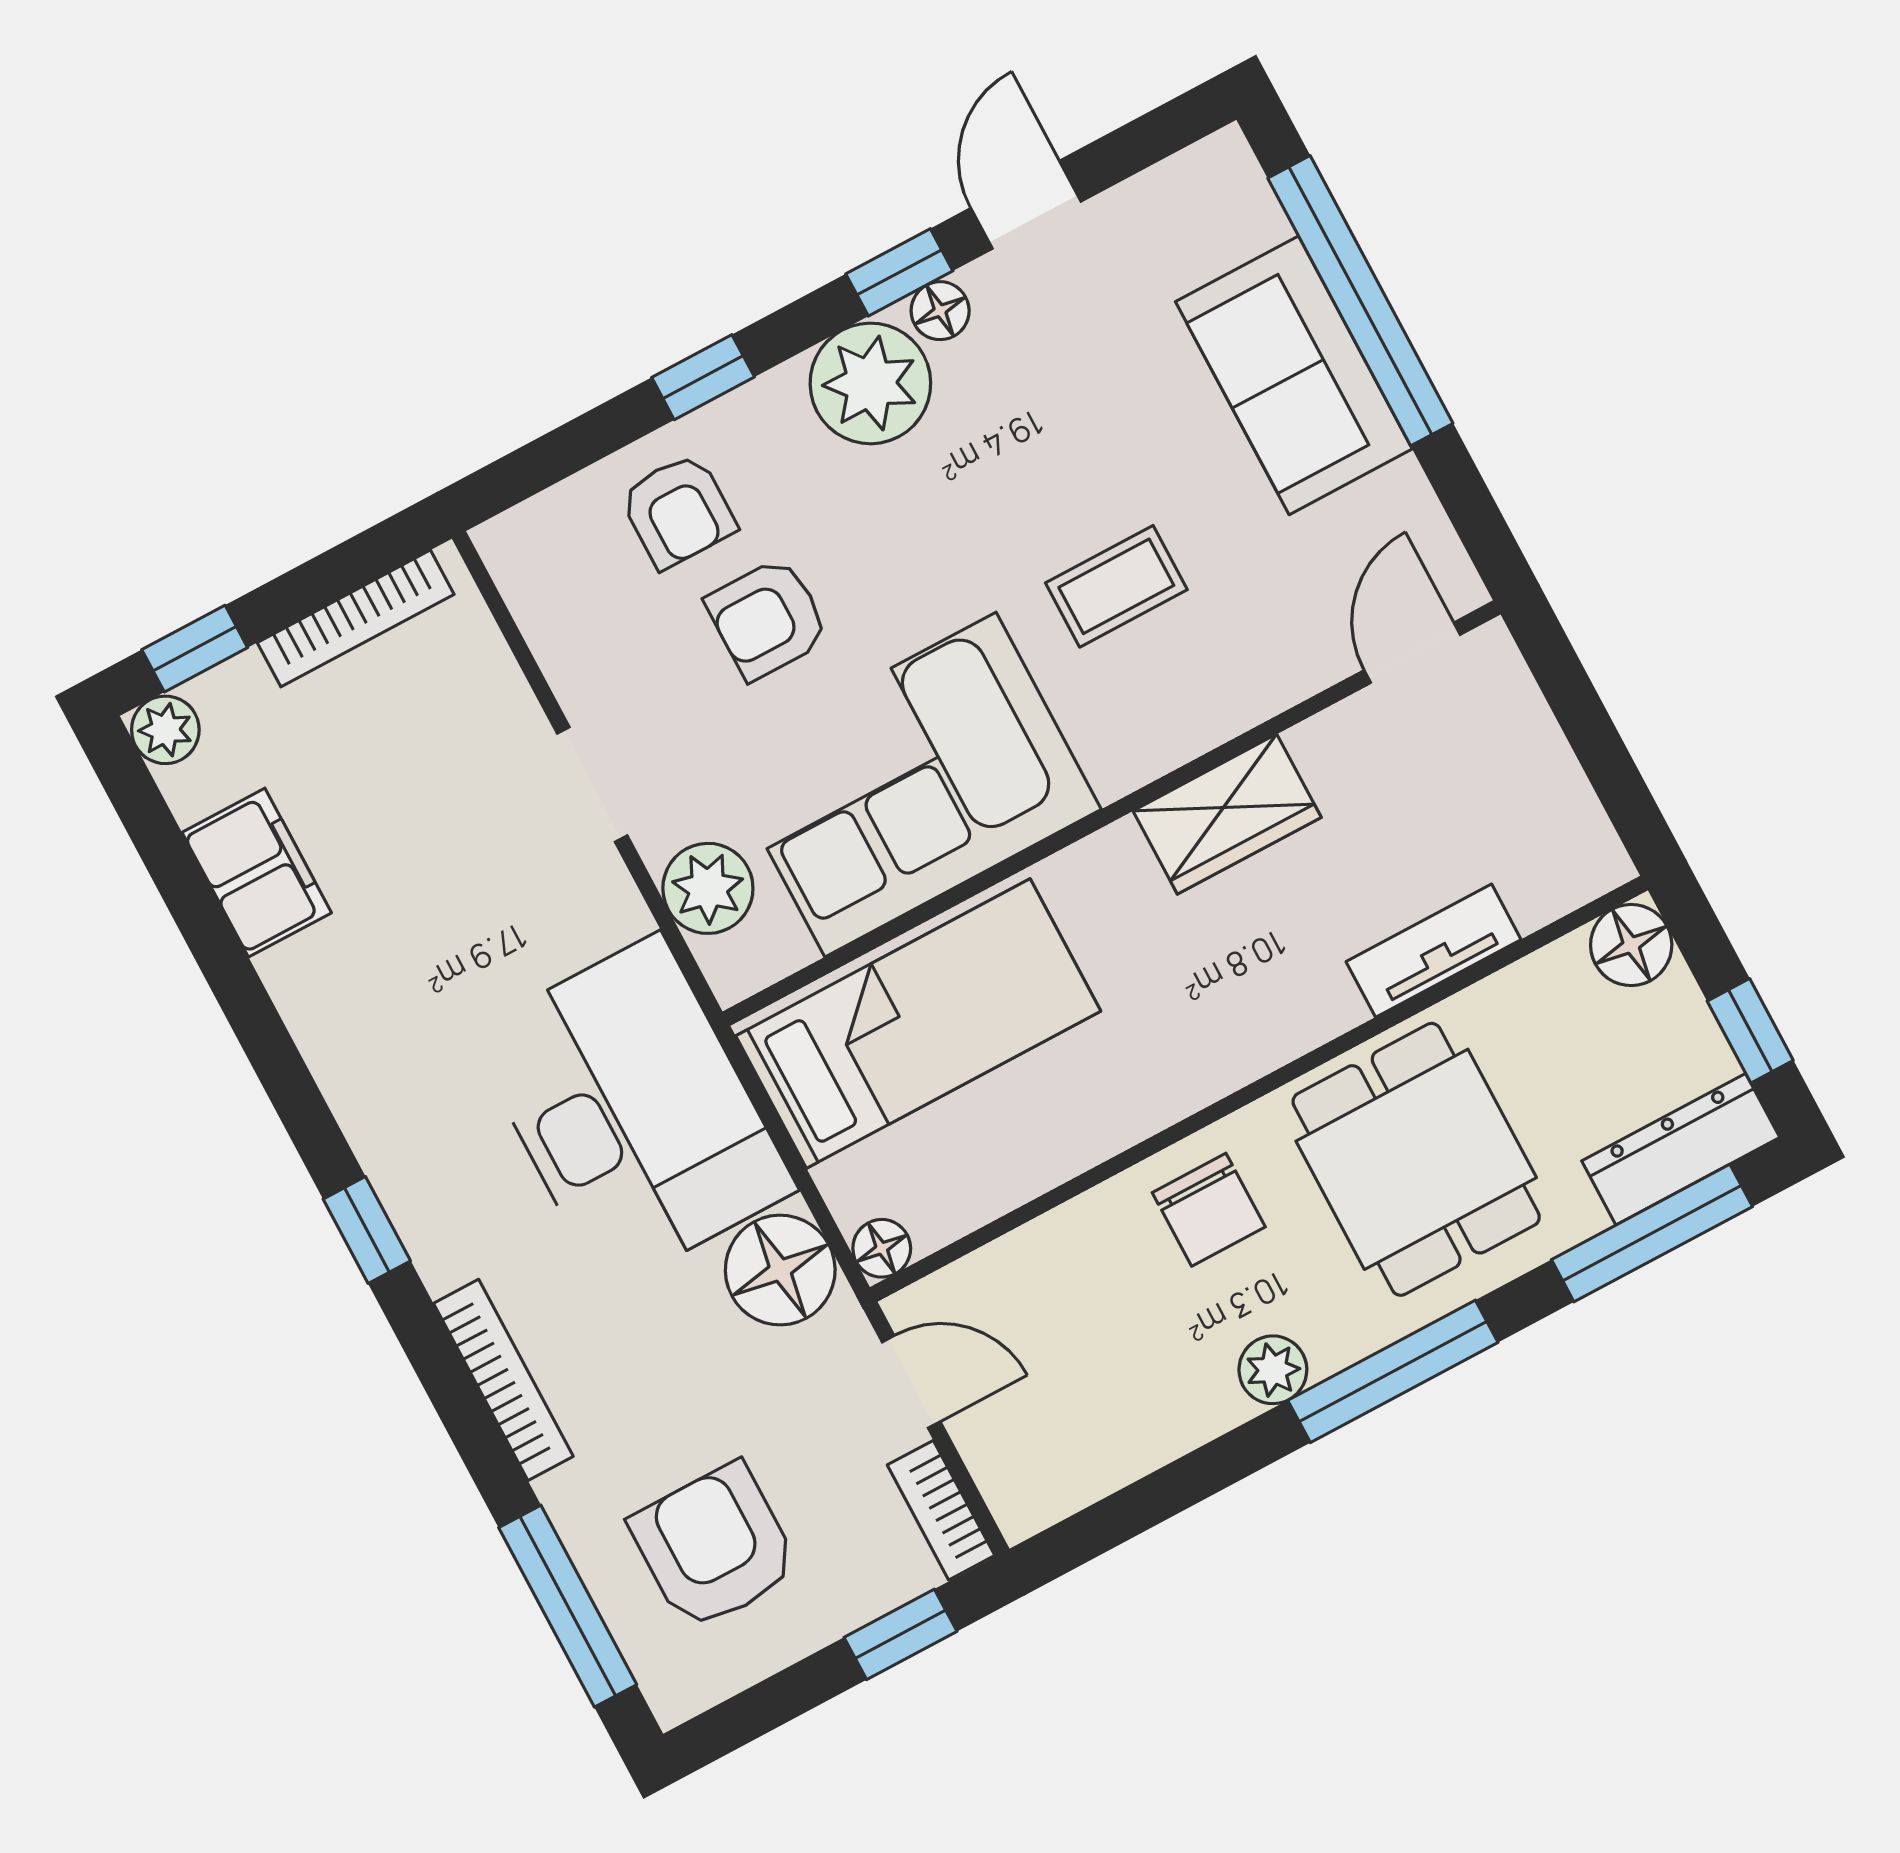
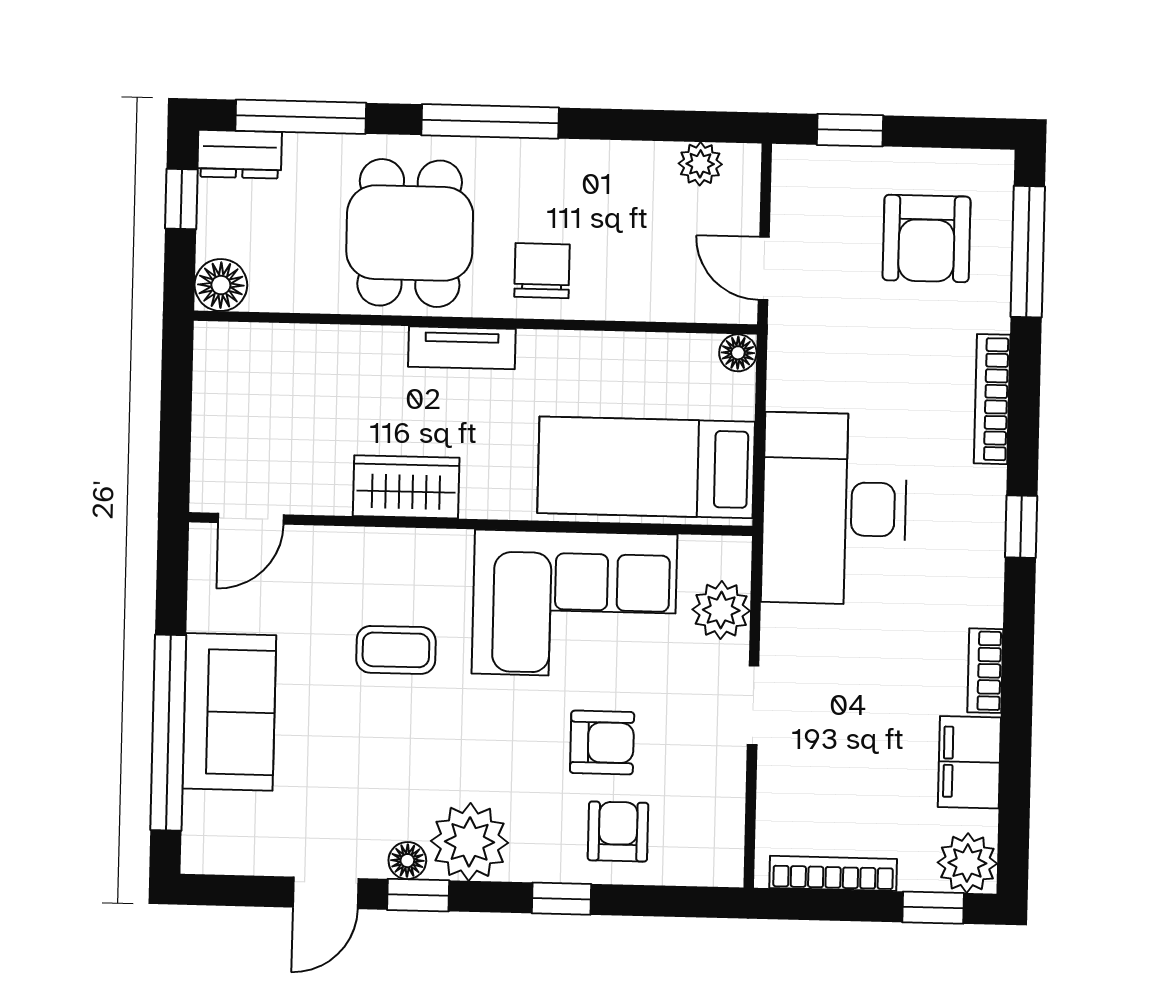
plant: (165, 730) -> (967, 863), width x1.38, depth x1.38
tv unit: (1434, 951) -> (462, 348), moved
dresser: (1681, 1149) -> (240, 154), width x0.70
floor lamp: (780, 1270) -> (802, 373), removed
plant: (1273, 1370) -> (700, 164), moved
bookcase: (941, 1510) -> (985, 671), moved, turned 180

